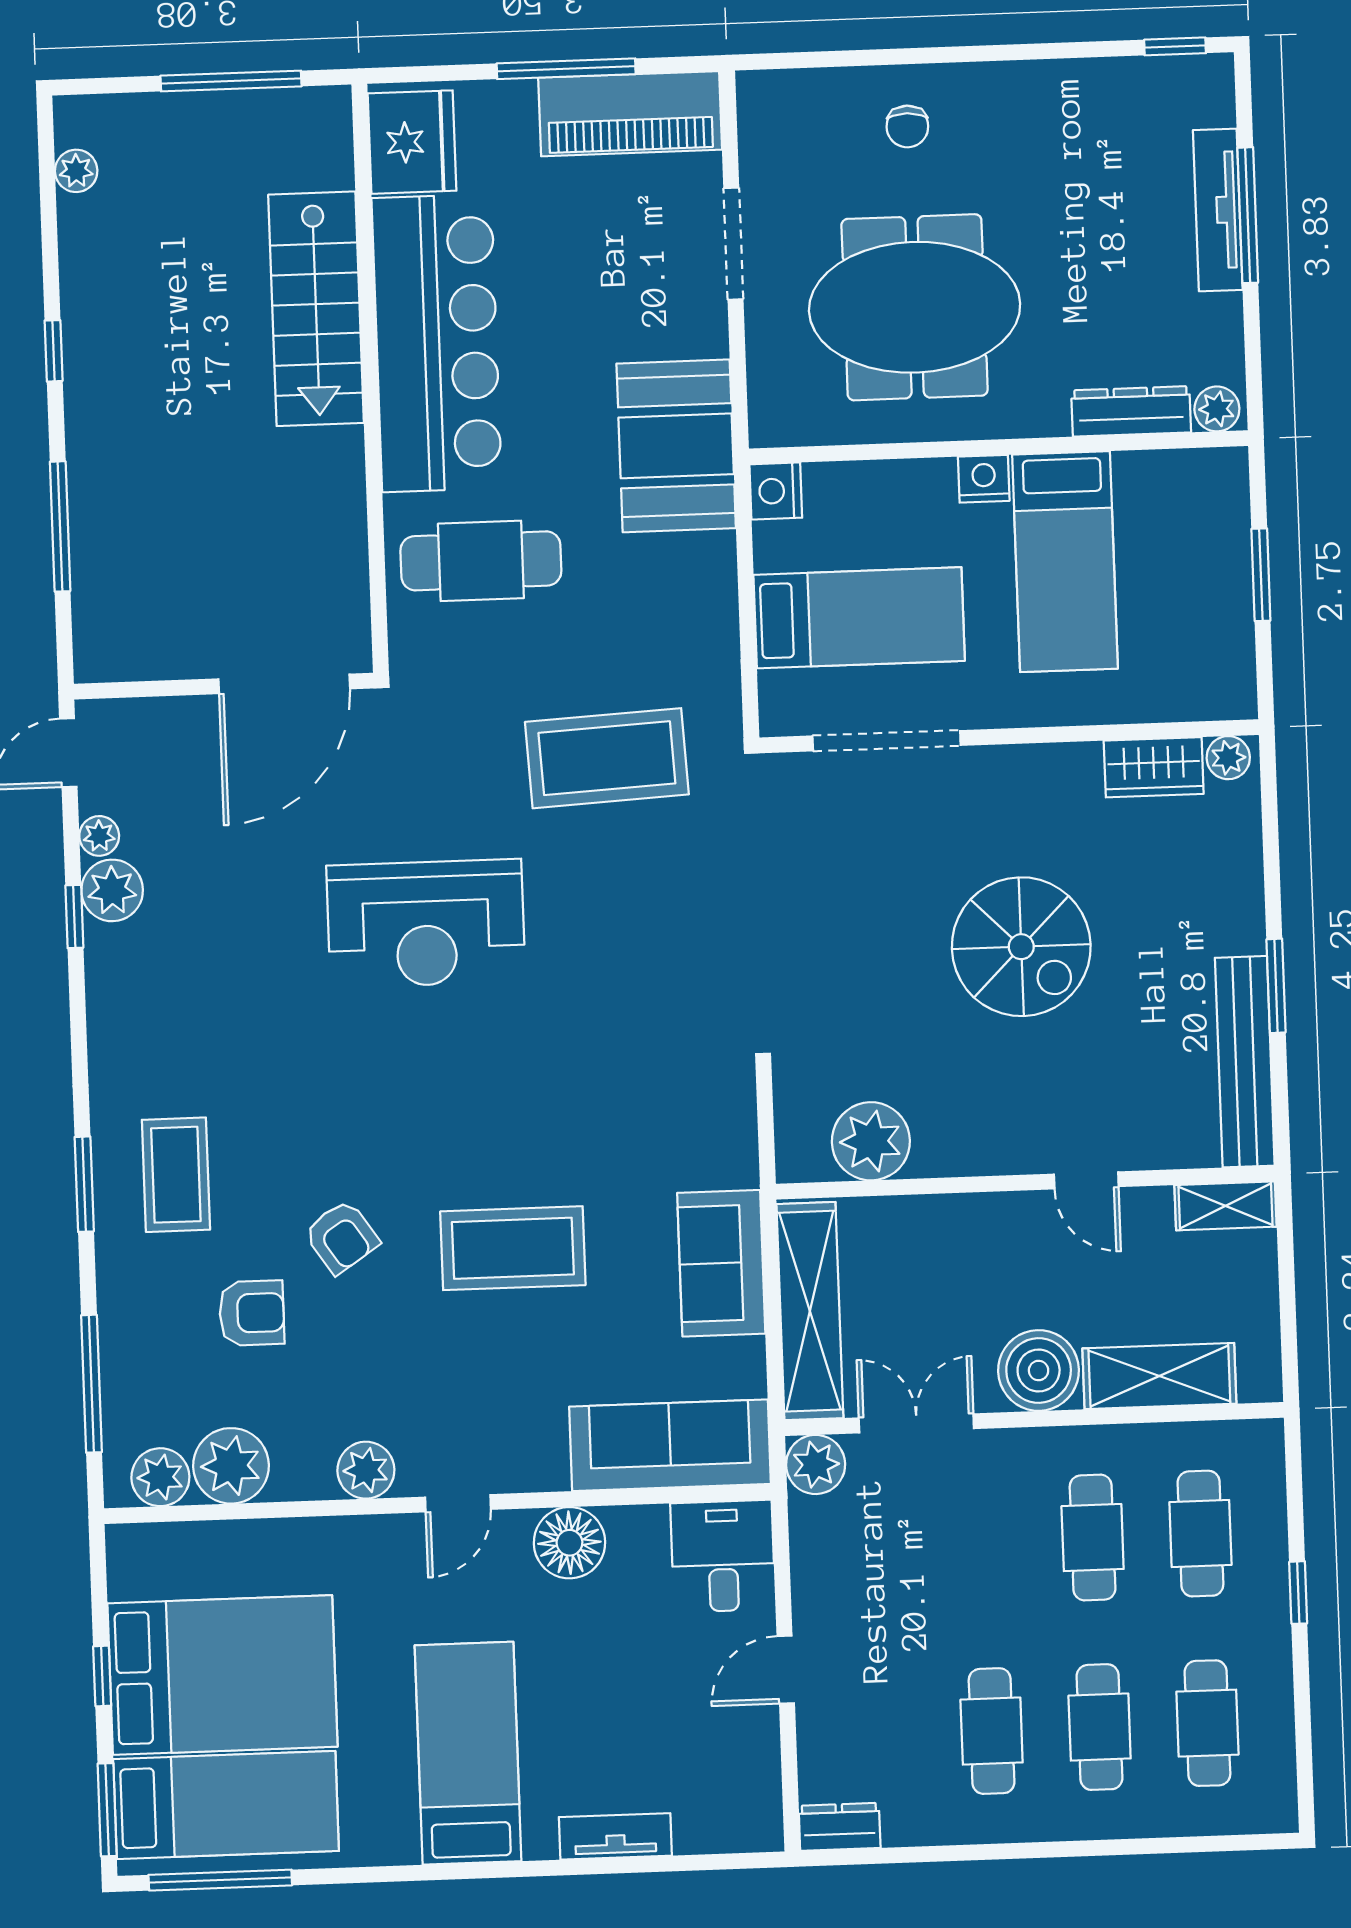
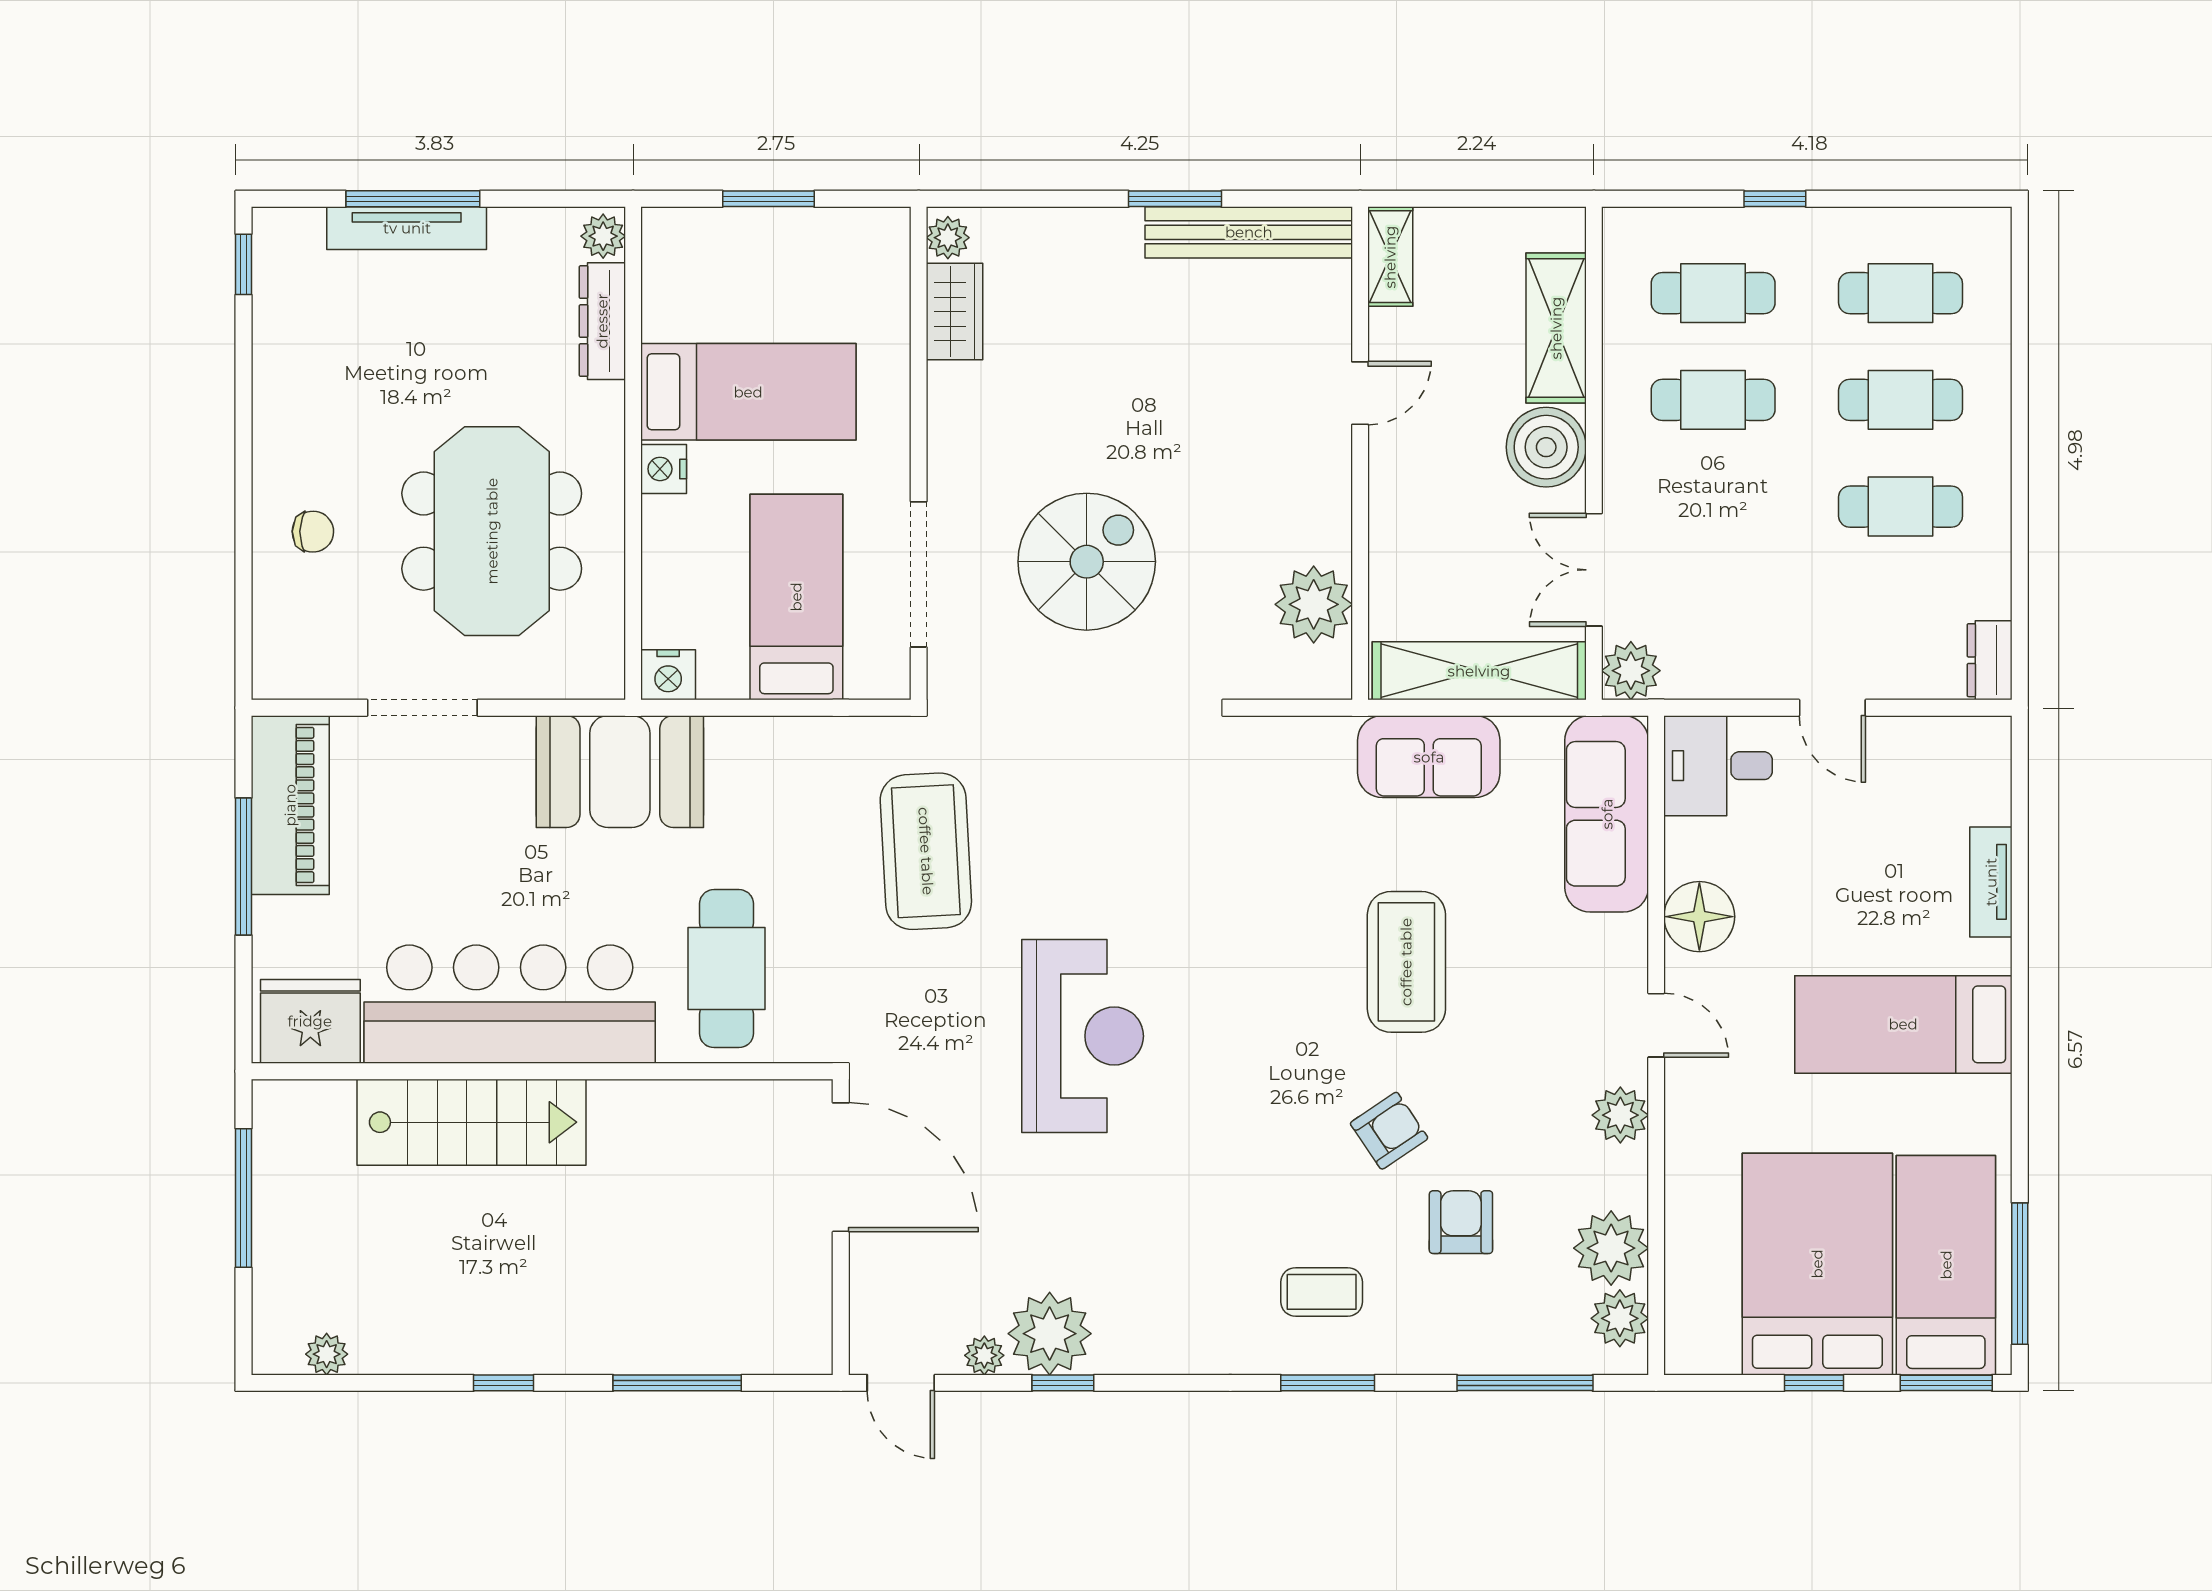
plant: (112, 890) -> (1050, 1334), width x1.36, depth x1.36
spiral stairs: (1021, 947) -> (1087, 562), moved
coffee table: (176, 1175) -> (1322, 1292), width x0.73, depth x0.77

